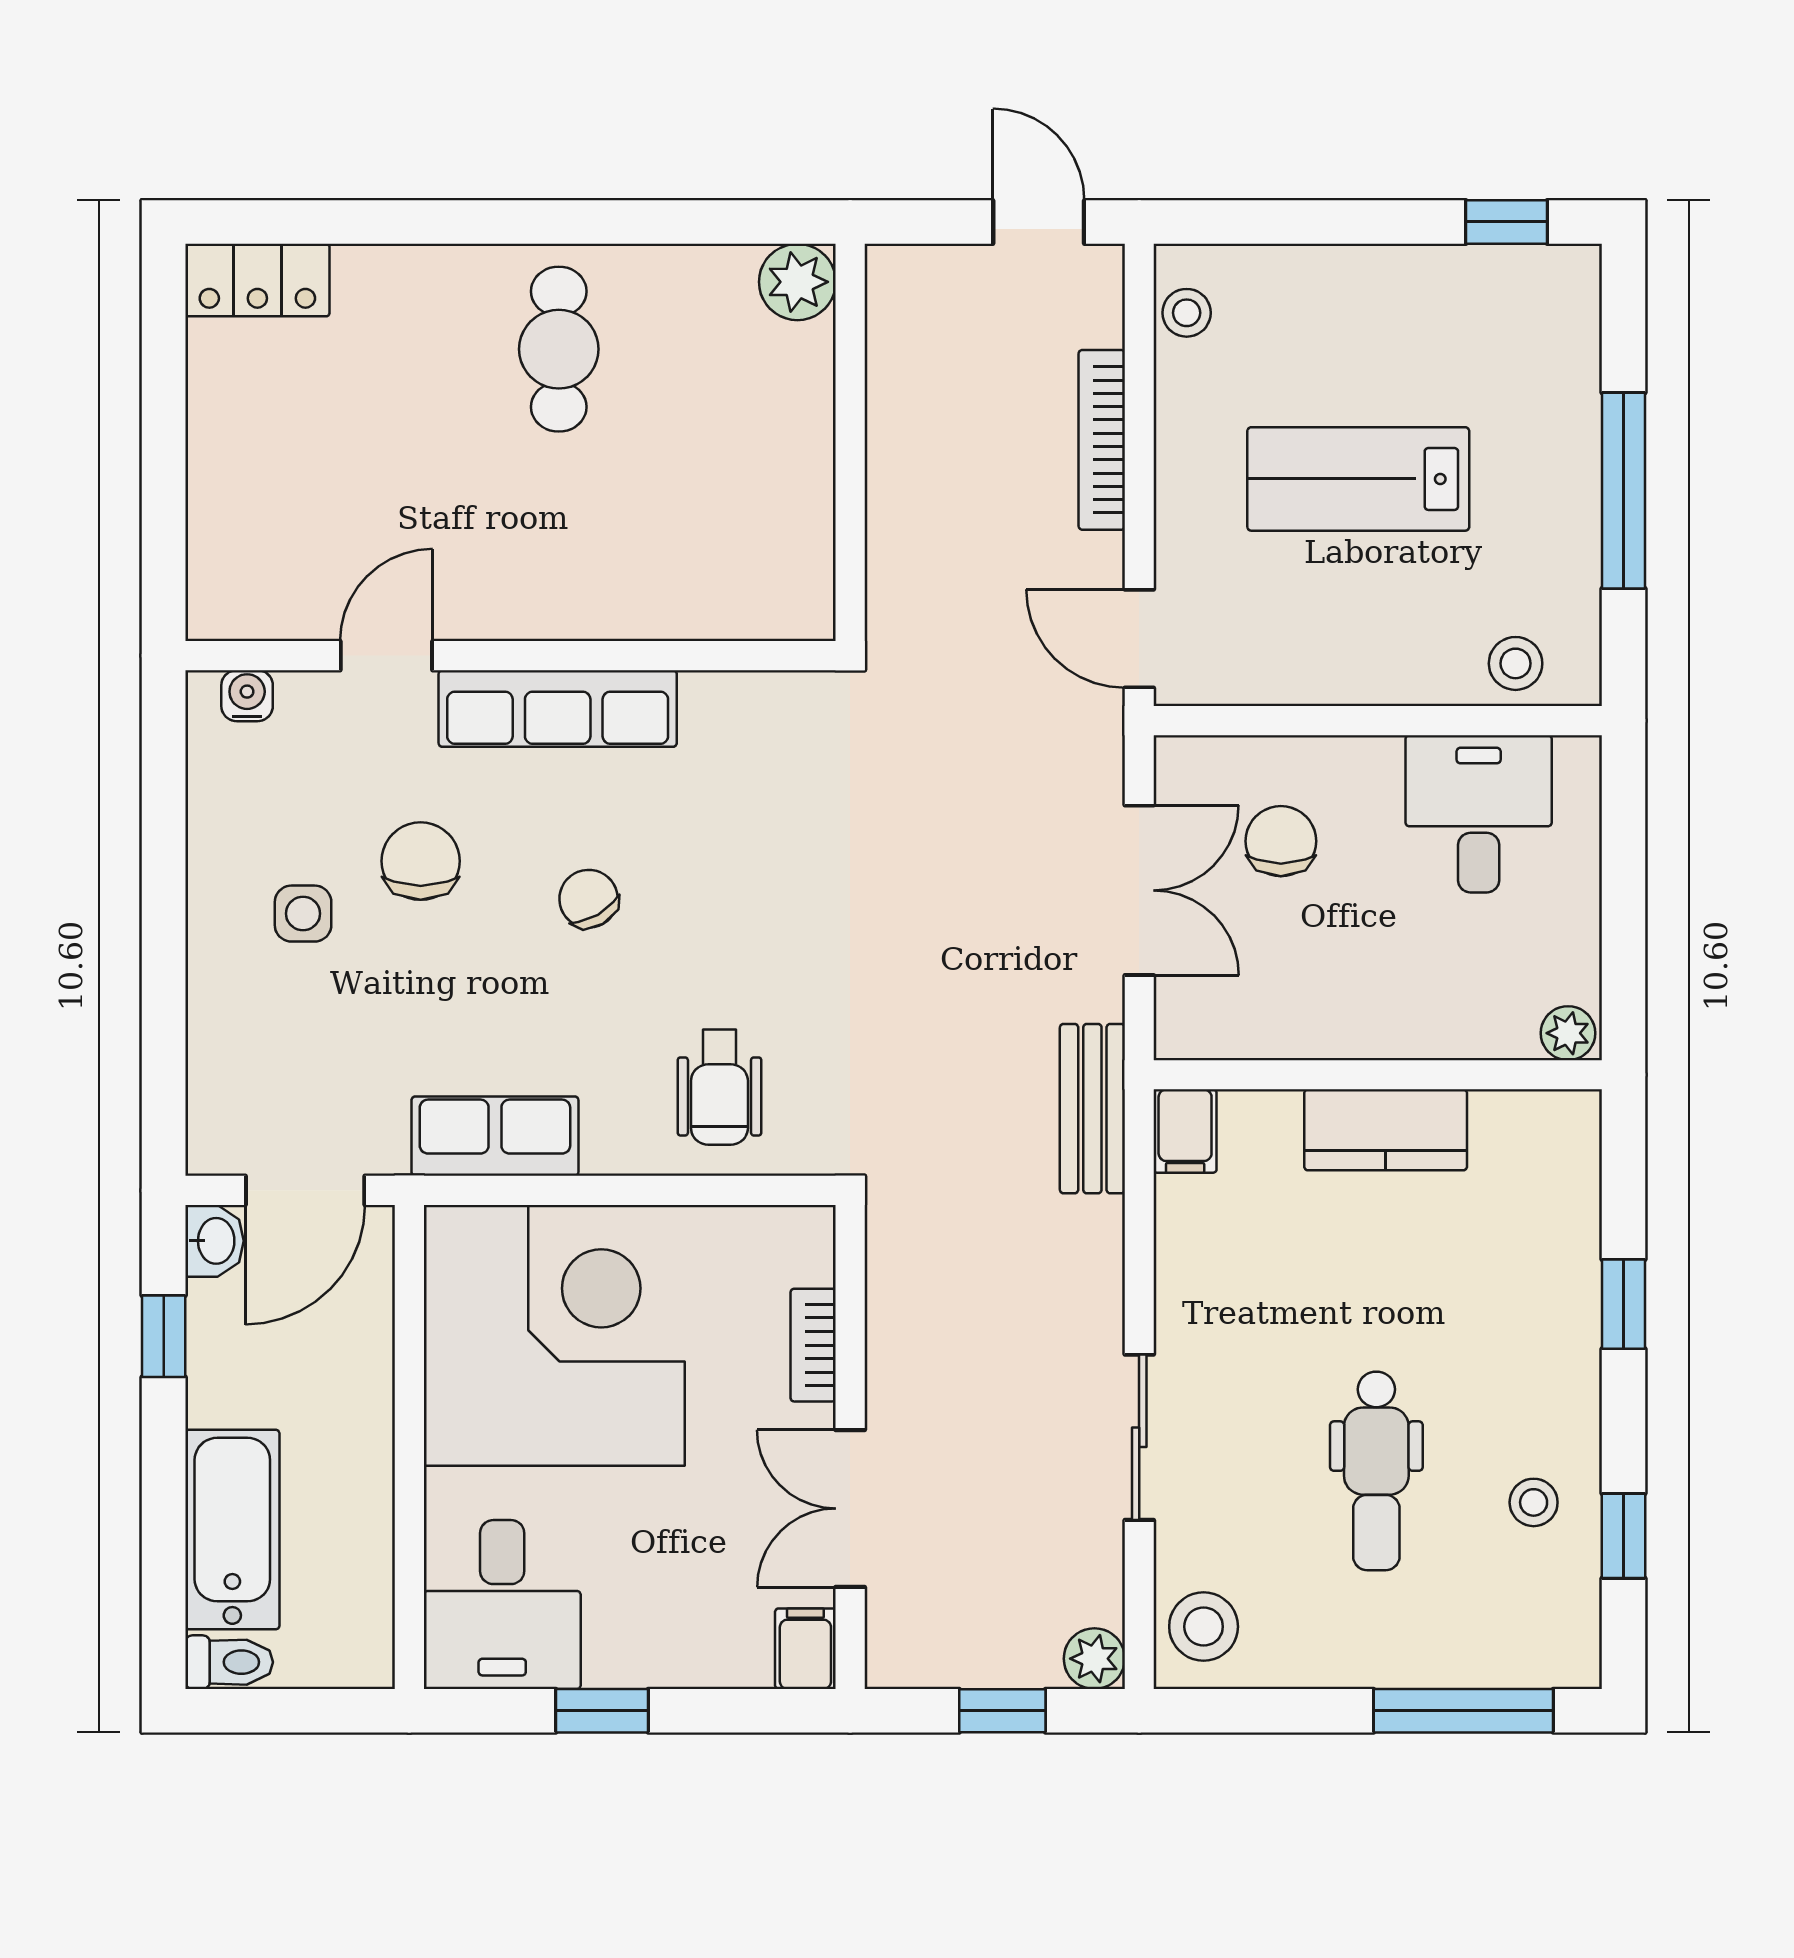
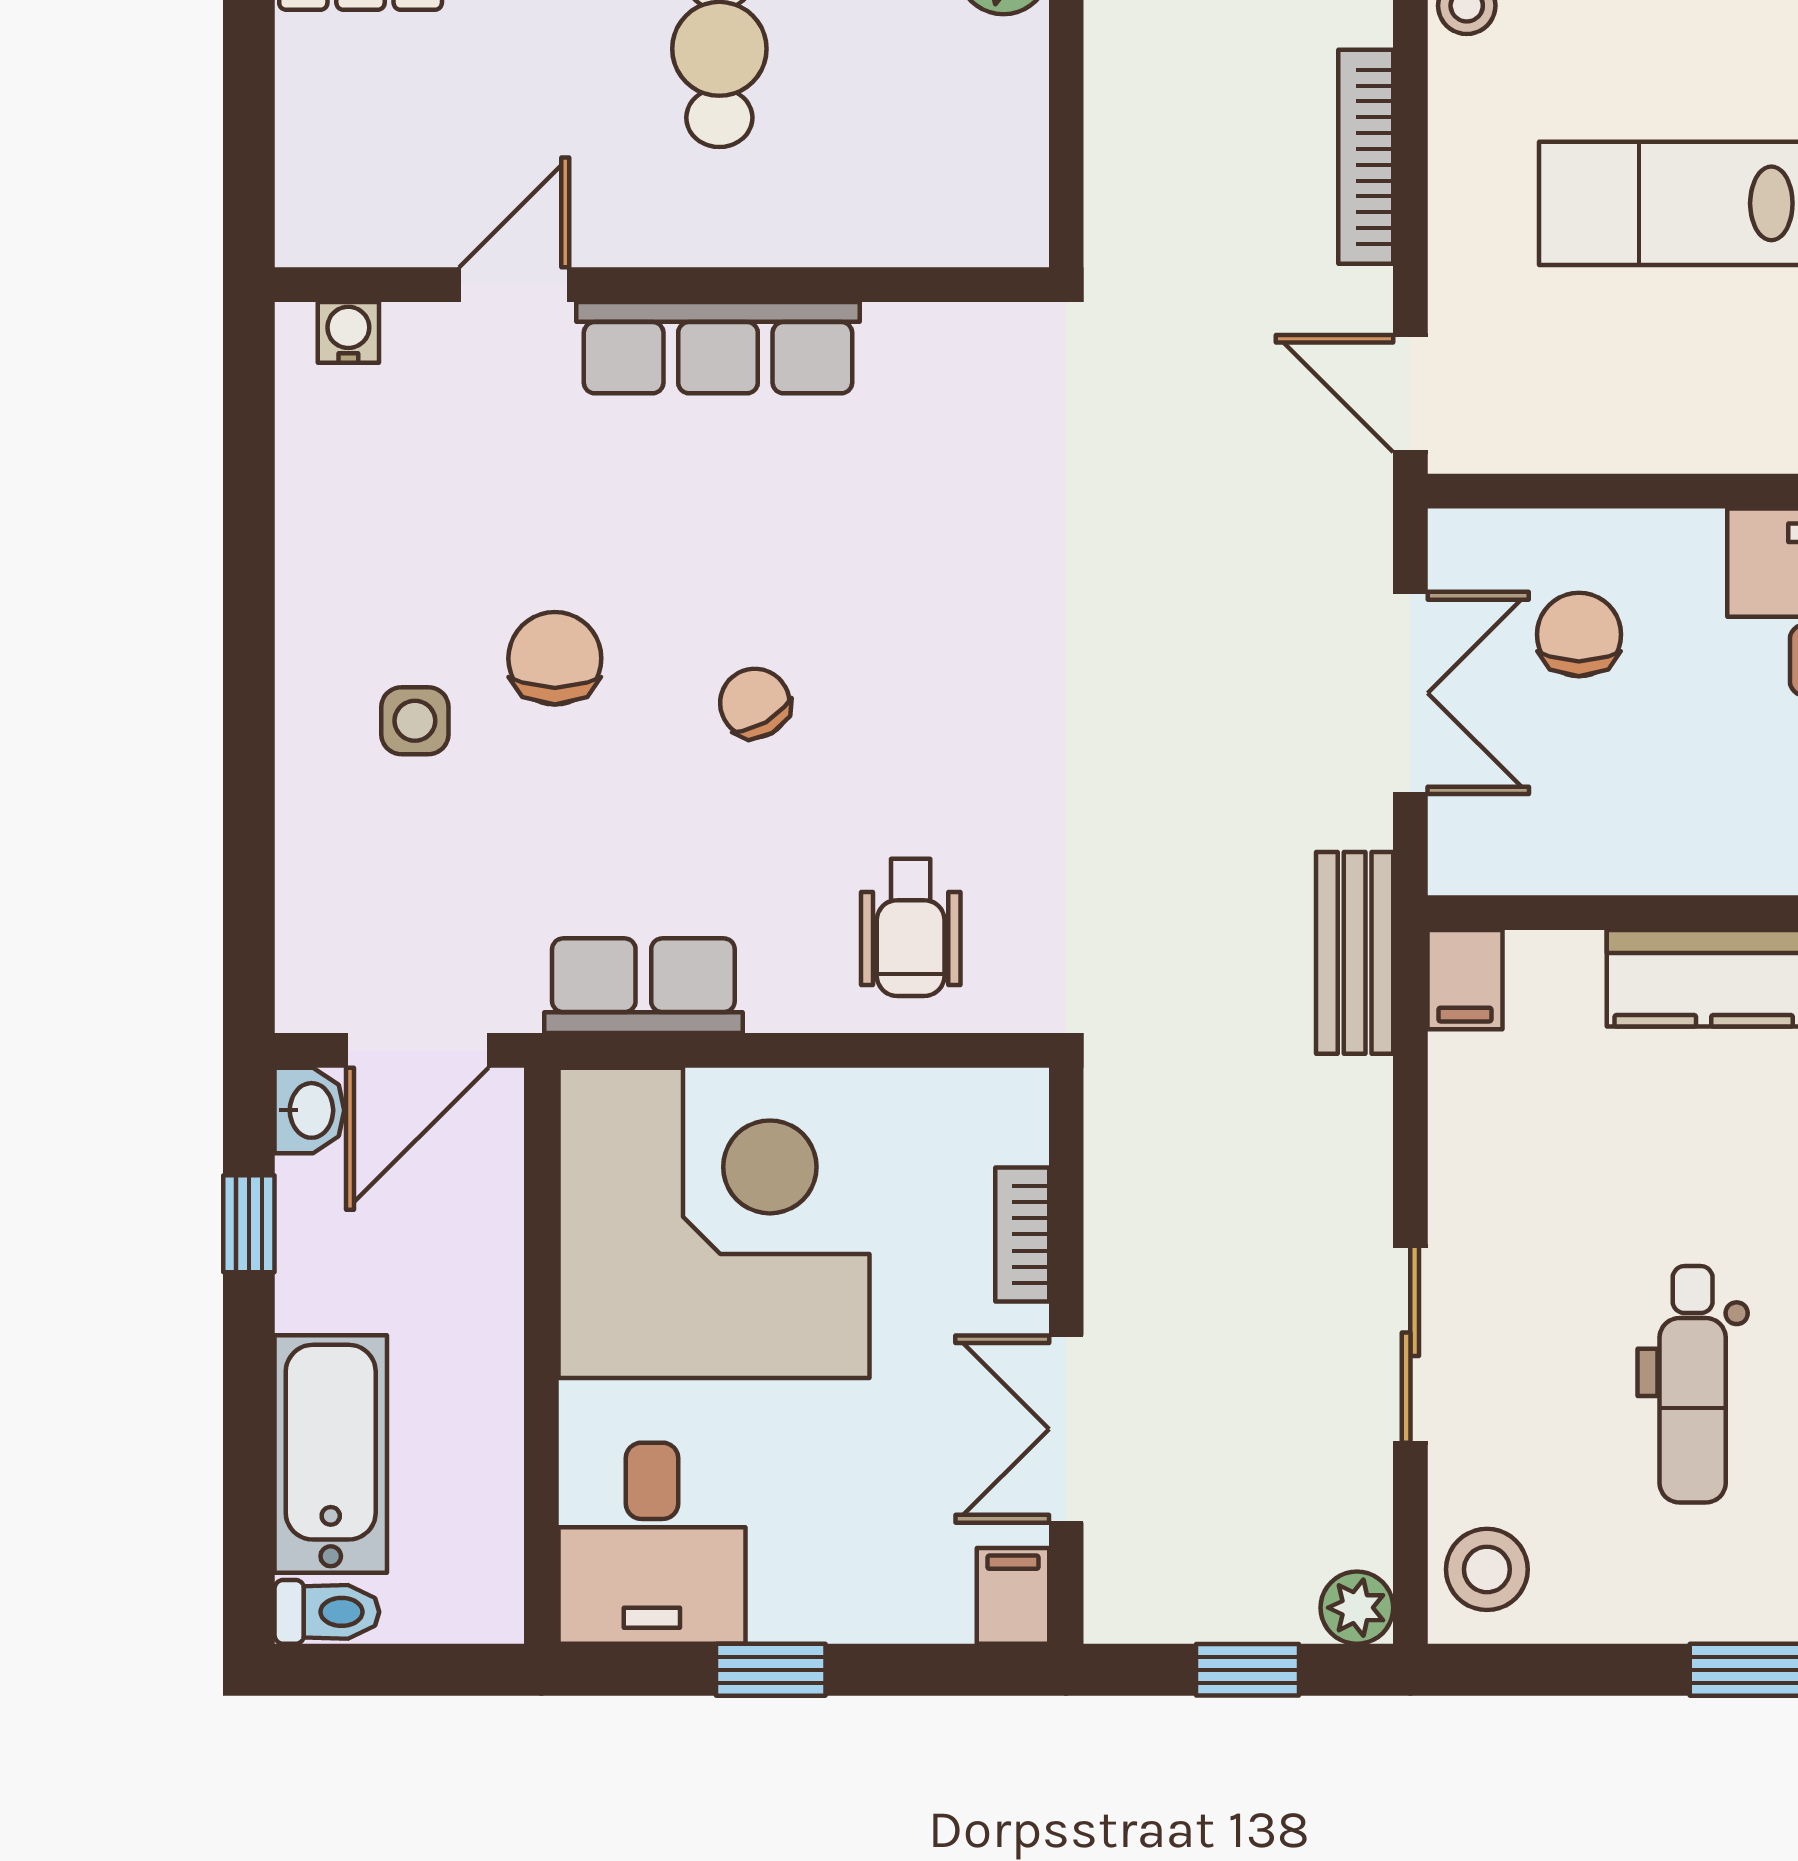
door: (386, 656) -> (514, 285), moved
wall: (510, 656) -> (662, 285), moved
water cooler: (247, 696) -> (348, 332), moved
row of seats: (558, 709) -> (718, 348), moved

